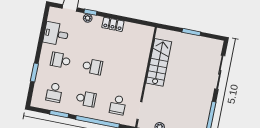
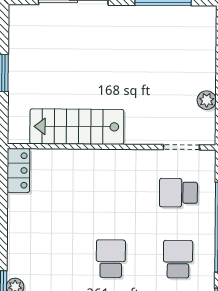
locker: (113, 24) -> (18, 170), moved
school desk: (118, 105) -> (178, 193), turned 180

